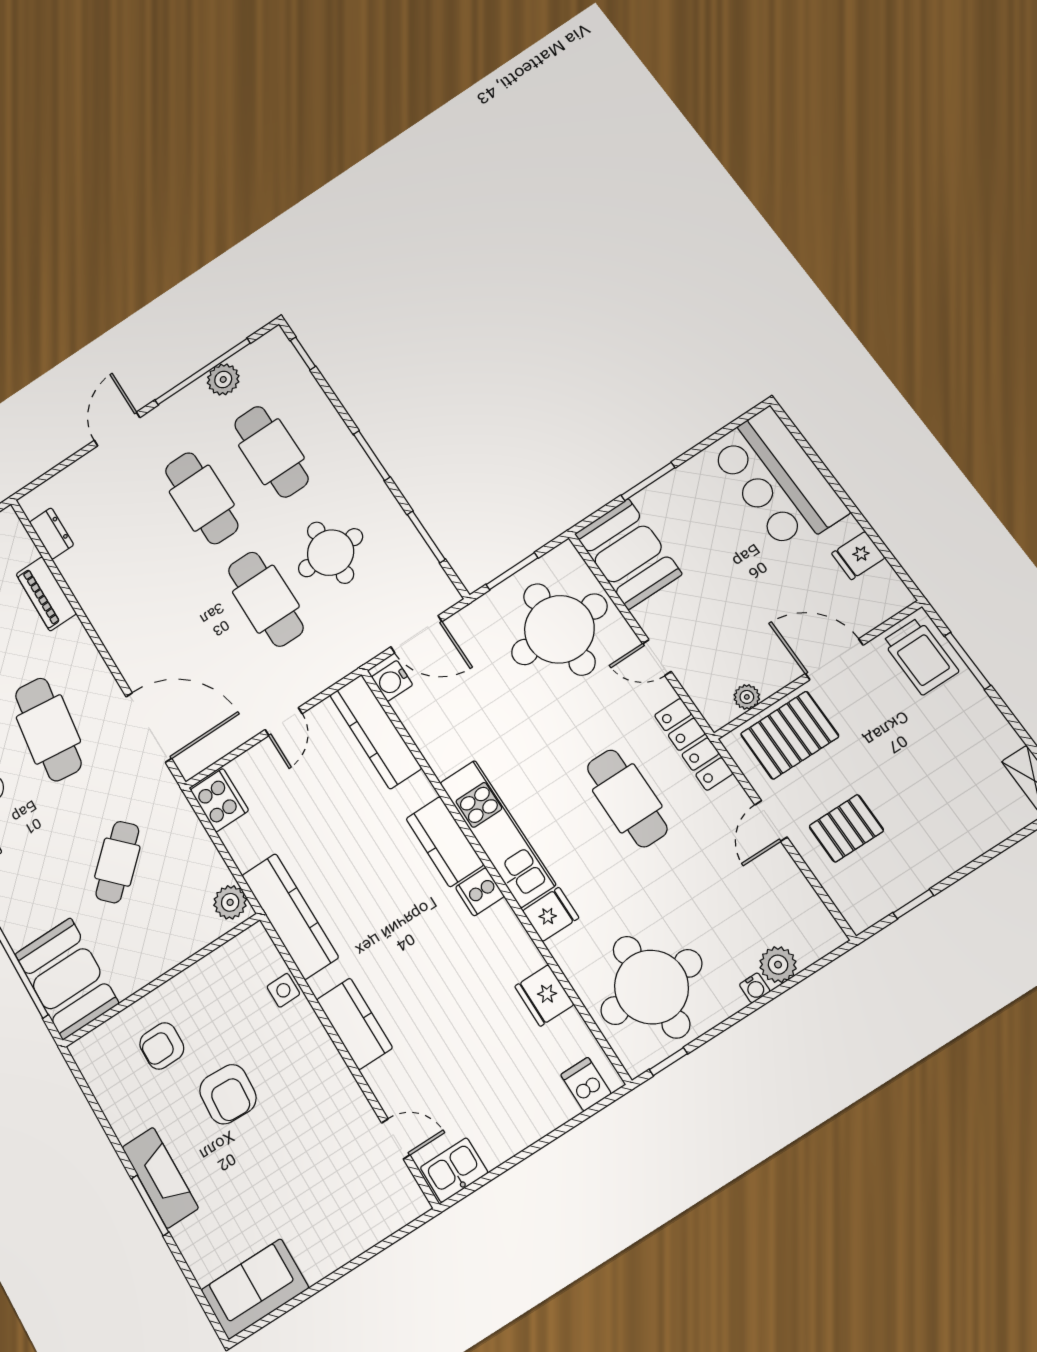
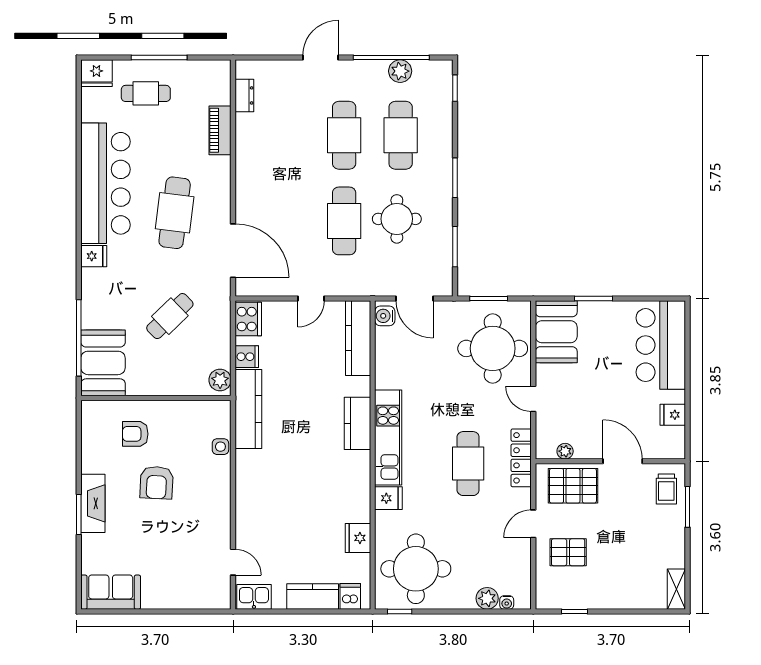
trolley: (920, 656) -> (666, 489), width x0.73, depth x0.72
cooker: (480, 892) -> (247, 357), moved, turned 180
water cooler: (755, 988) -> (507, 602), moved
kitchen counter: (354, 1024) -> (313, 596), moved, turned -90

